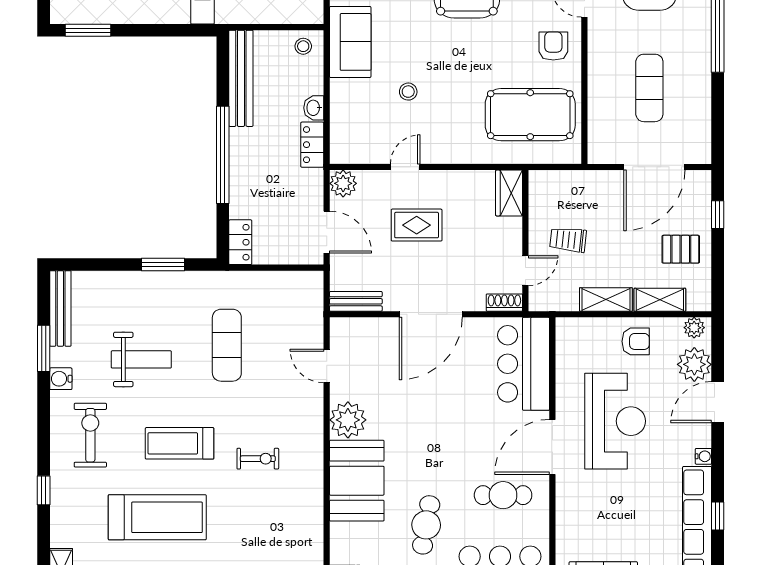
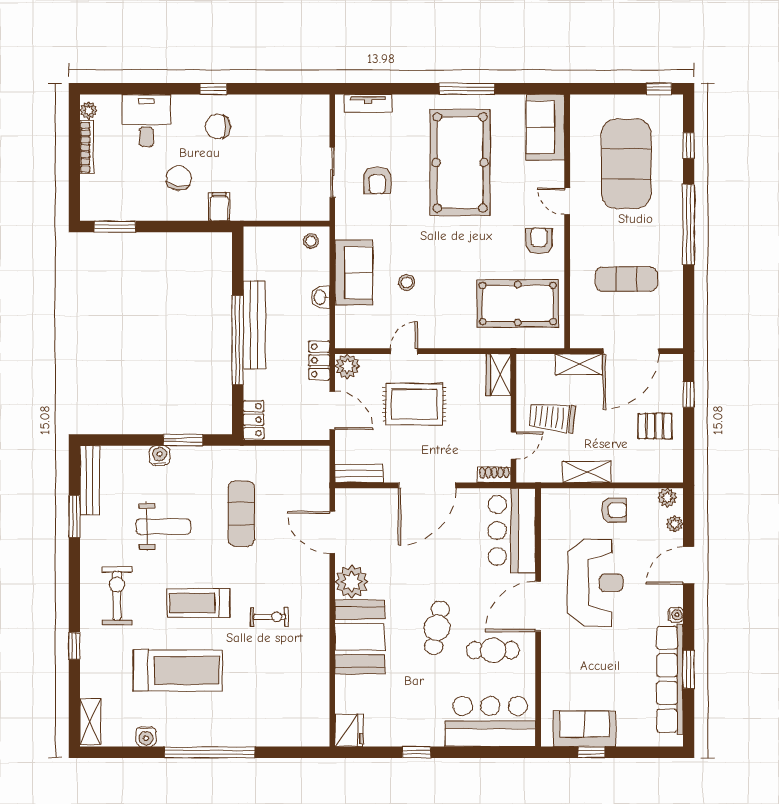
sofa: (350, 42) -> (354, 273), moved
bench: (241, 78) -> (254, 325), moved
exercise mat: (649, 88) -> (626, 279), turned 90
locker: (312, 145) -> (319, 360), moved
rug: (417, 225) -> (414, 404), width x1.36, depth x1.43
trolley: (568, 240) -> (552, 417), width x1.36, depth x1.39
shelving: (660, 300) -> (579, 364), moved
plant: (694, 364) -> (675, 524), width x0.53, depth x0.53
door: (327, 366) -> (332, 532), width x1.38
water cooler: (61, 379) -> (160, 456), moved, turned 90
window: (718, 516) -> (689, 669), width x1.50
cafe table: (426, 525) -> (437, 628), moved

